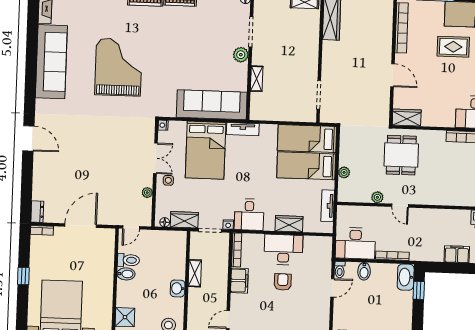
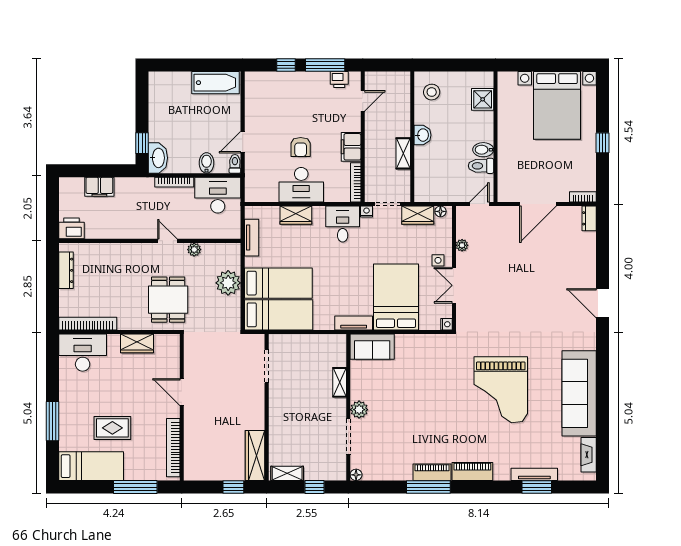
sofa: (212, 105) -> (372, 347), width x0.54, depth x0.79
wardrobe: (407, 118) -> (137, 343), moved
plant: (344, 172) -> (228, 283), width x1.87, depth x1.87

